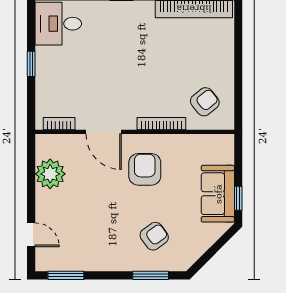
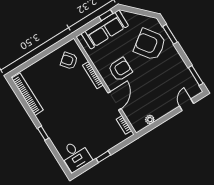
armchair: (145, 169) -> (120, 69), turned 180
plant: (50, 174) -> (150, 120), width x0.53, depth x0.53
sofa: (218, 194) -> (105, 30), width x1.36
armchair: (154, 236) -> (150, 44), width x1.88, depth x1.88

